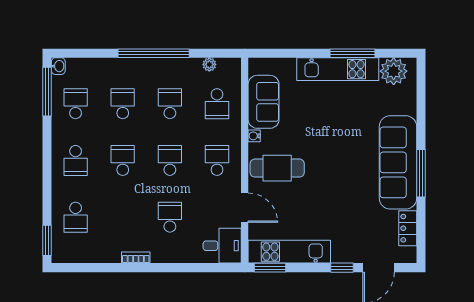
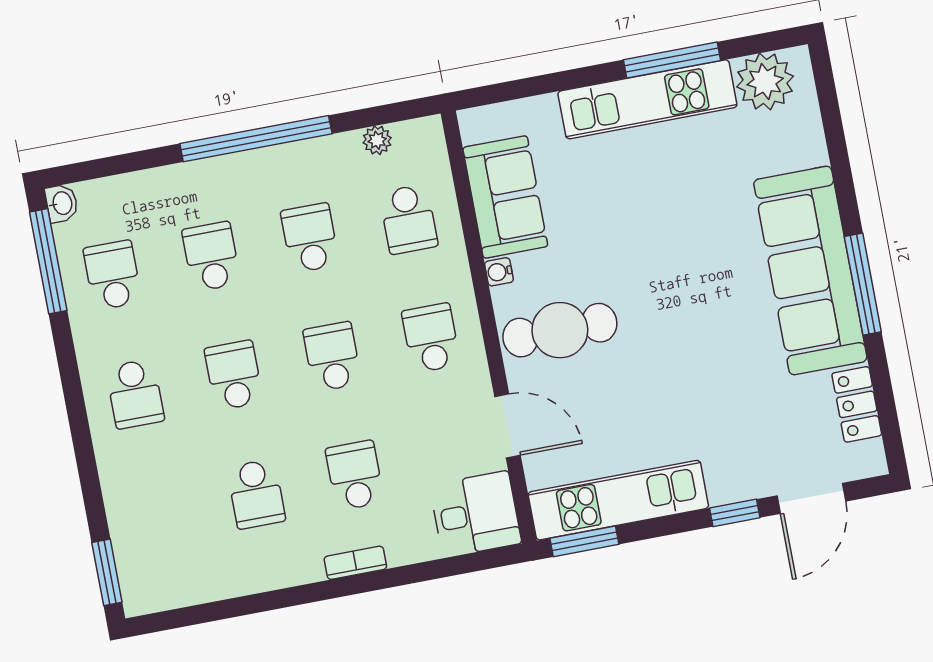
school desk: (76, 217) -> (256, 494), moved
bookcase: (136, 258) -> (355, 563), moved

